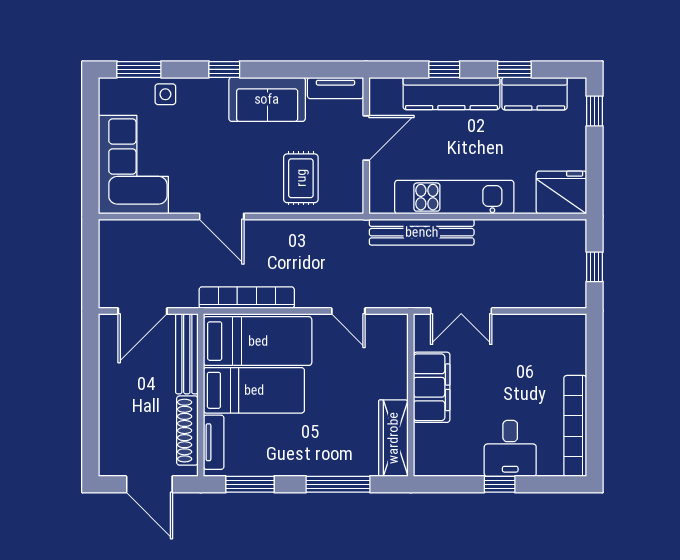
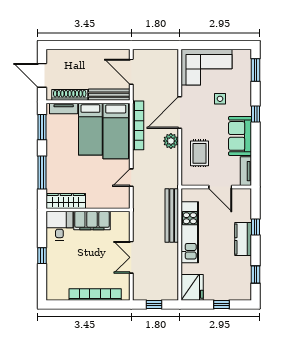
window: (514, 69) -> (256, 275), moved
kitchen counter: (451, 93) -> (243, 239), width x0.67
side table: (165, 94) -> (220, 99), moved
kitchen counter: (535, 94) -> (243, 274), removed
window: (595, 111) -> (222, 304), moved
rug: (301, 178) -> (199, 153), turned 90
door: (222, 216) -> (180, 113), width x1.36
plant: (277, 234) -> (171, 141), added
double door: (461, 311) -> (131, 257), moved
bookcase: (575, 426) -> (95, 295), moved
desk: (510, 448) -> (59, 226), moved, turned 90
door: (149, 484) -> (42, 75), hinge flipped

